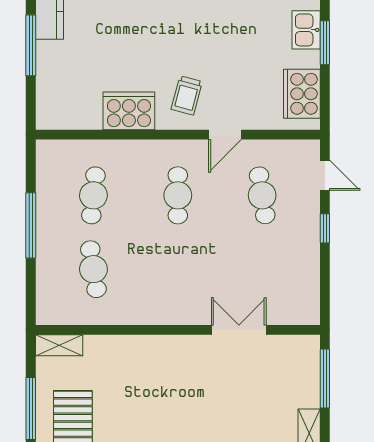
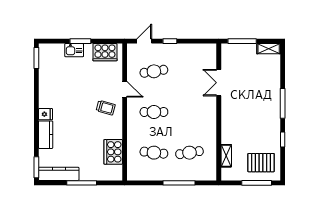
cooker: (129, 111) -> (113, 152), moved
window: (31, 225) -> (179, 183), moved
shelving: (59, 345) -> (226, 156), moved

